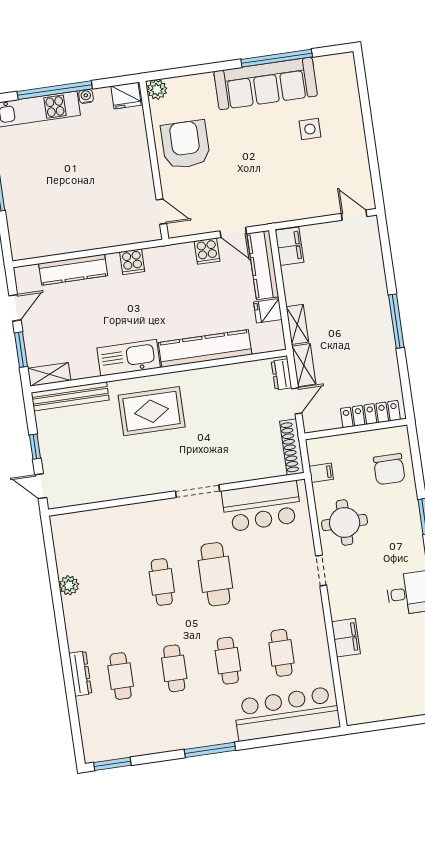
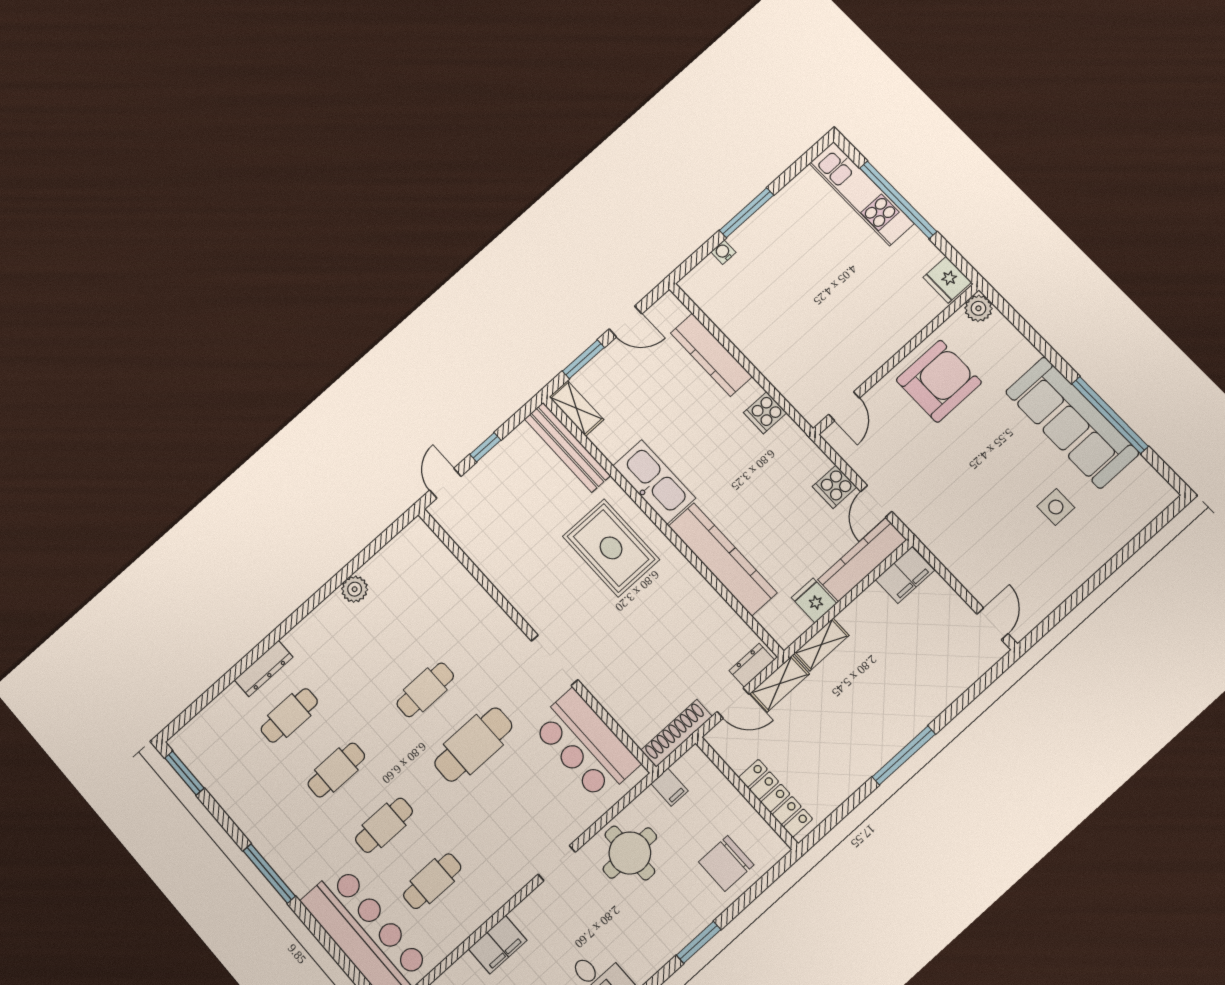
water cooler: (86, 96) -> (723, 252), moved, turned -90

